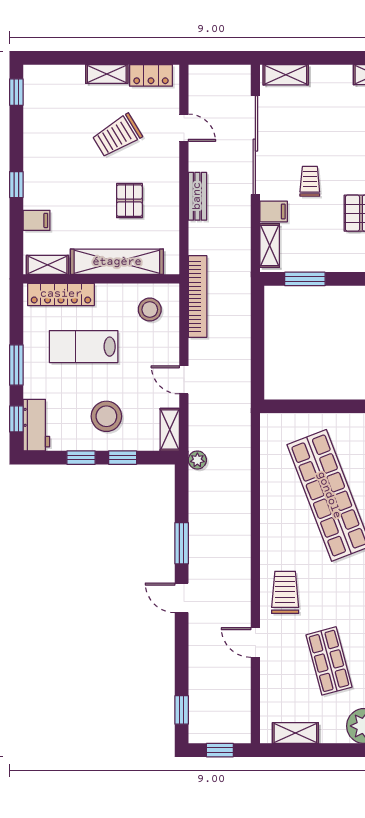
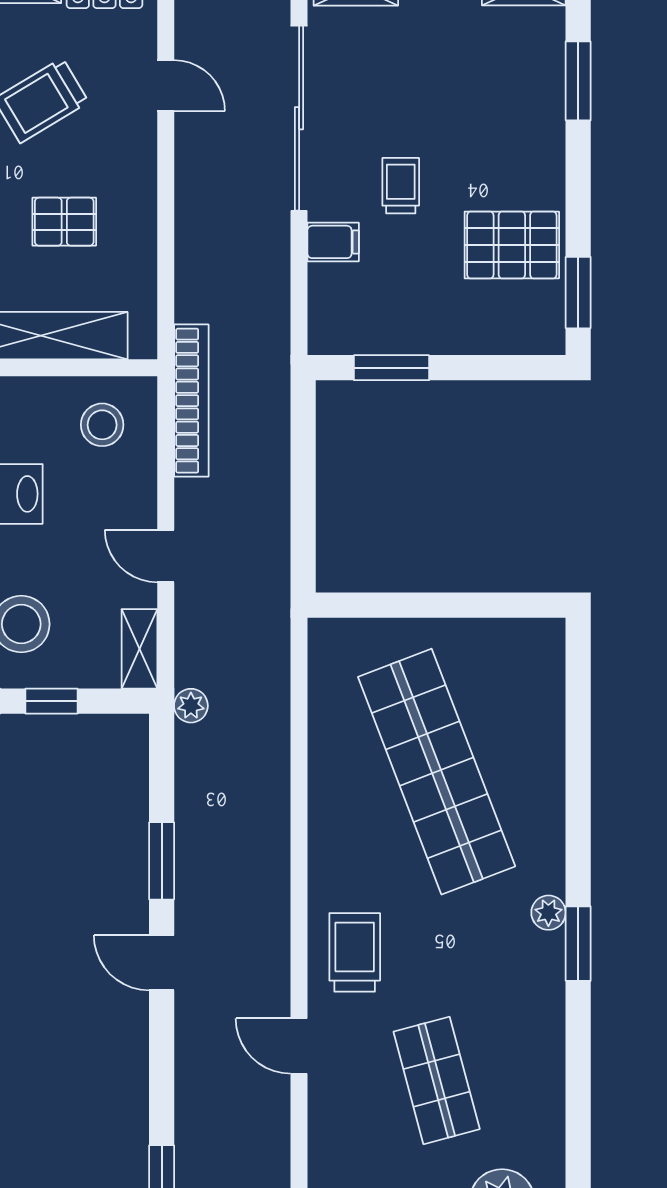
bench: (197, 196) -> (191, 213), removed
pallet: (129, 201) -> (64, 222), turned 90
shelving: (270, 246) -> (326, 306), removed

